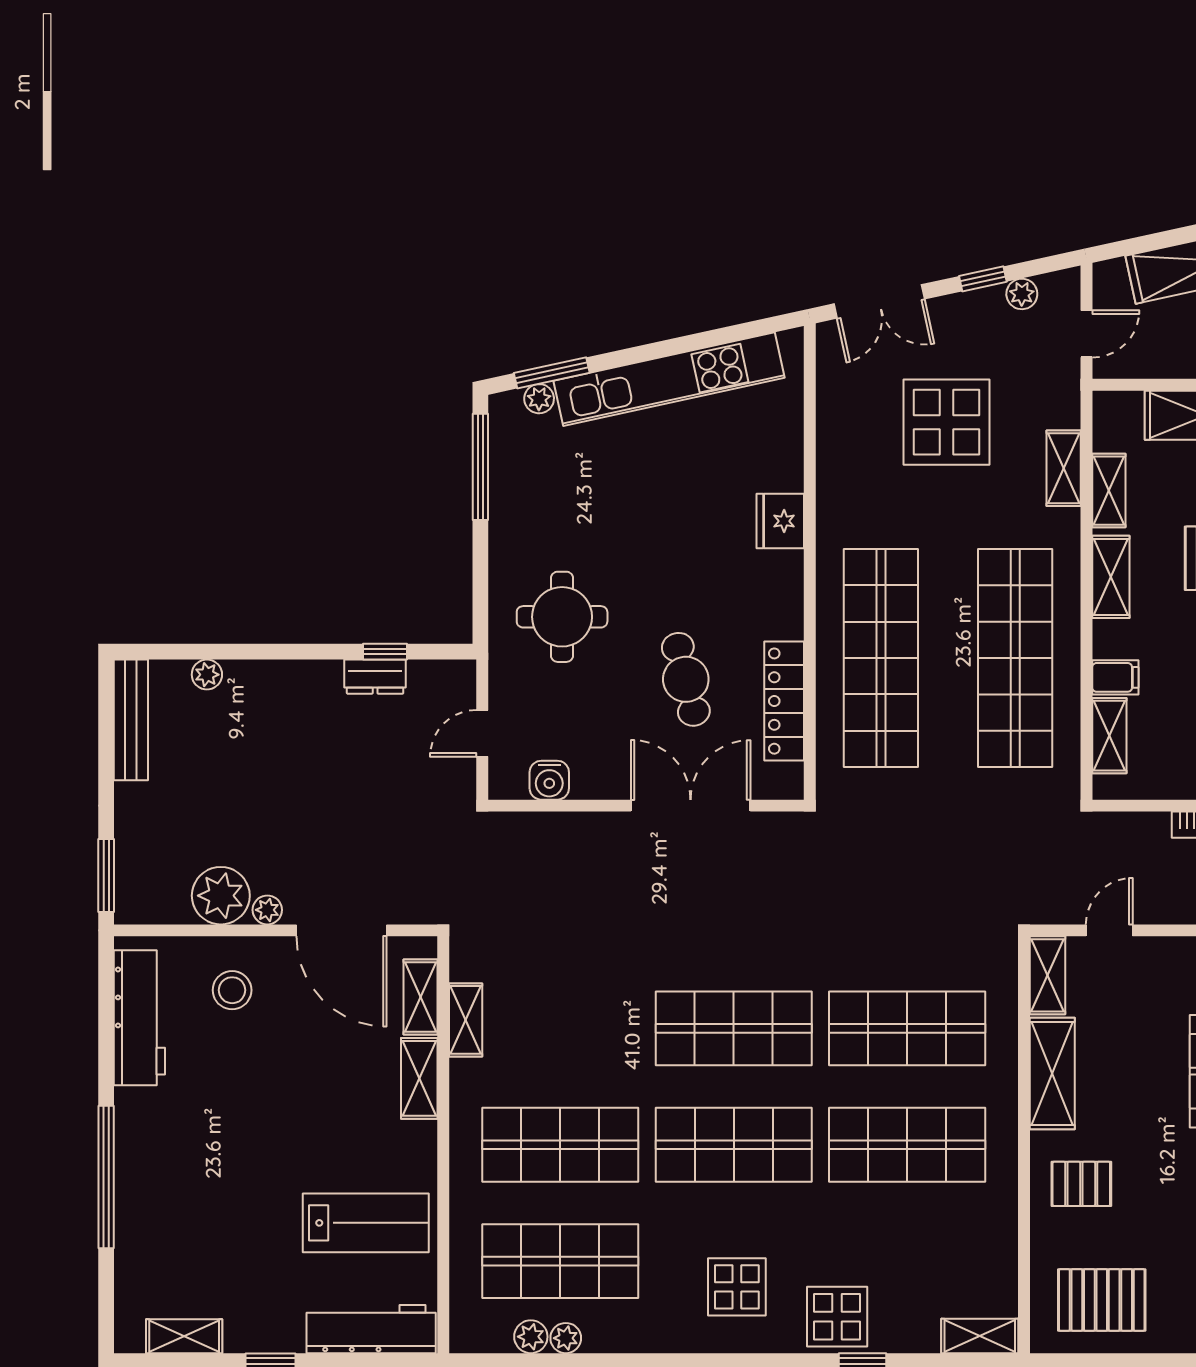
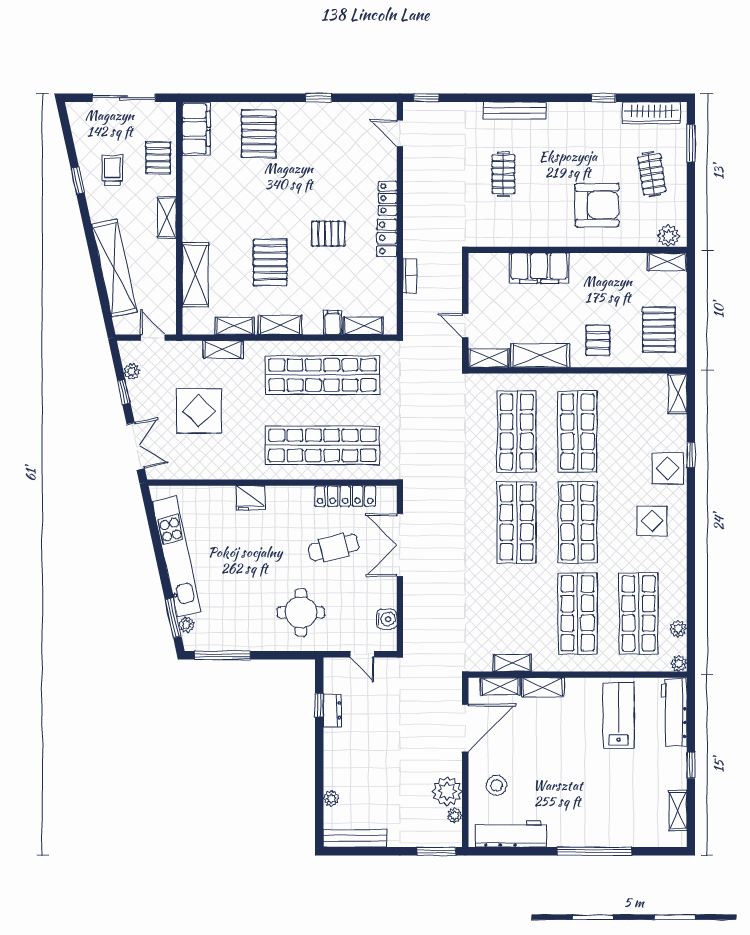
plant: (267, 910) -> (455, 816), moved
plant: (566, 1338) -> (679, 664), moved

